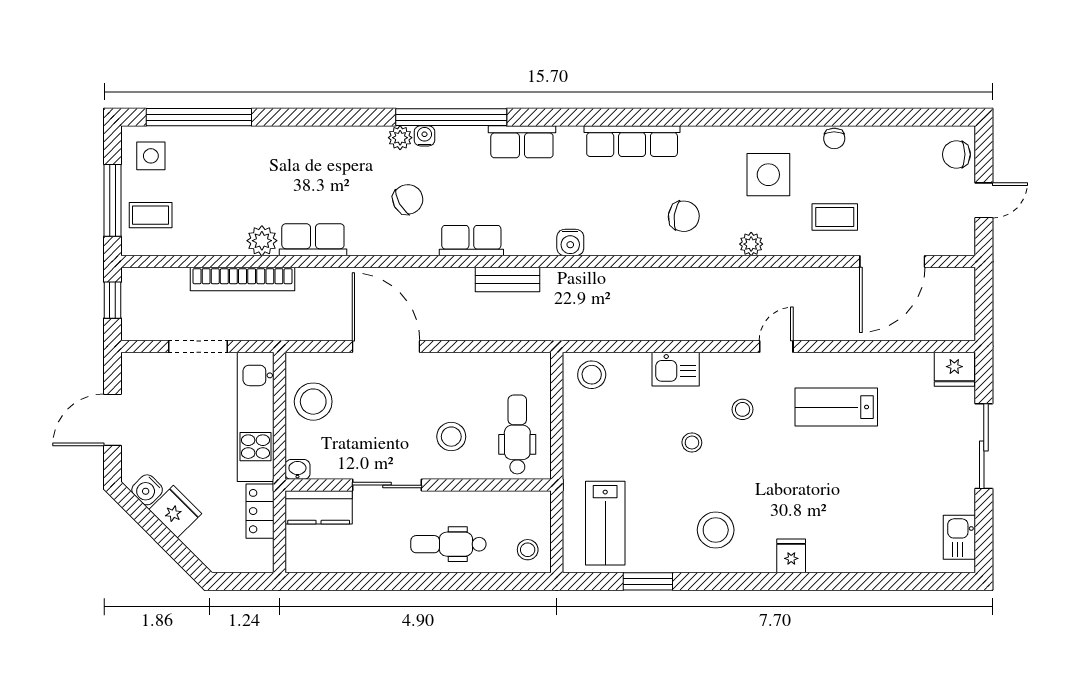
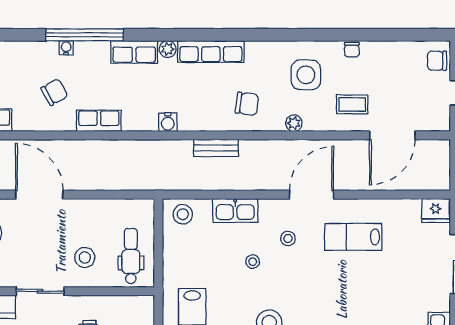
plant: (400, 138) -> (168, 49), moved
bench: (508, 279) -> (216, 148), moved
door: (776, 346) -> (311, 195), width x1.87
kitchen sink: (676, 369) -> (235, 210), width x1.38

